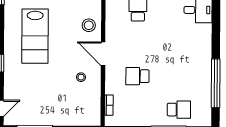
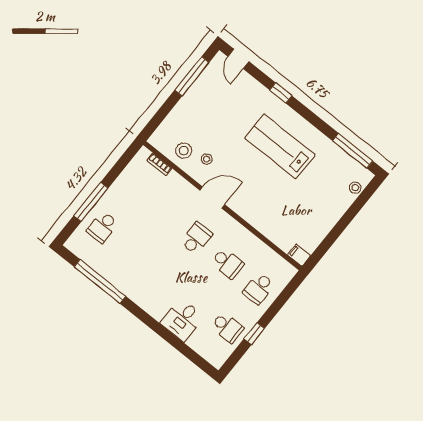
stool: (89, 25) -> (184, 151), moved
school desk: (137, 76) -> (196, 238), moved

